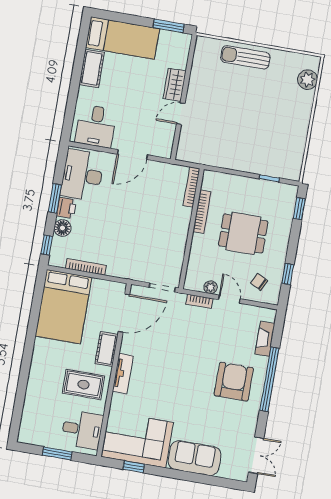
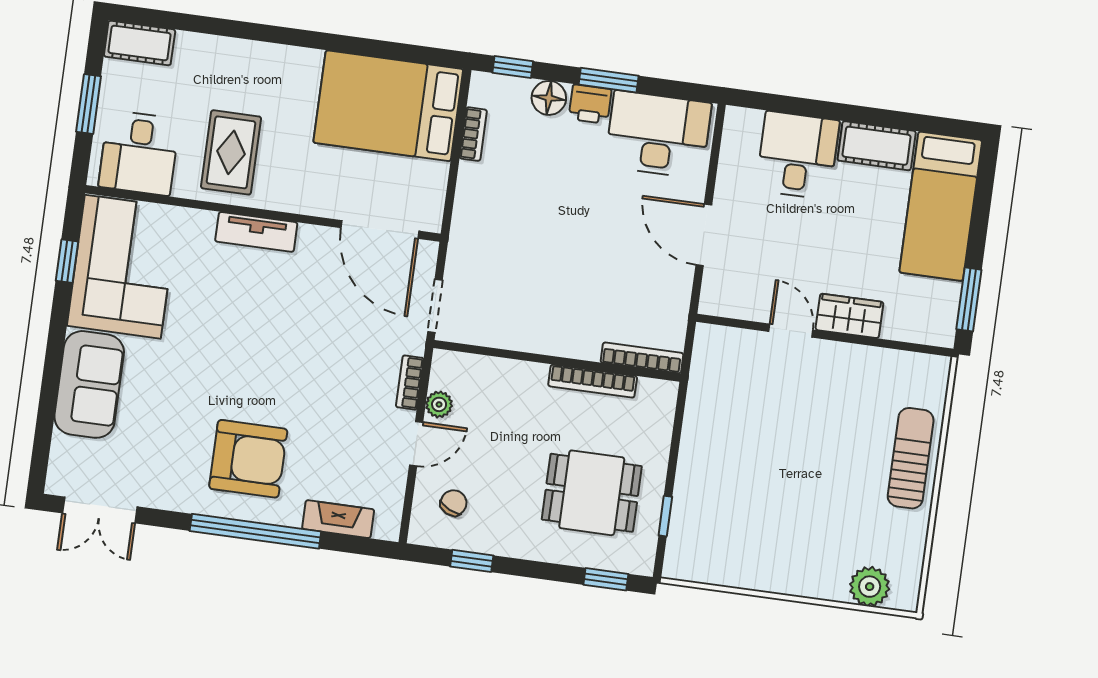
desk: (96, 126) -> (798, 155), moved, turned 90
dining table: (243, 233) -> (592, 493), moved, turned 90
bookcase: (86, 267) -> (473, 134), width x0.64
cot: (106, 349) -> (140, 43), moved

